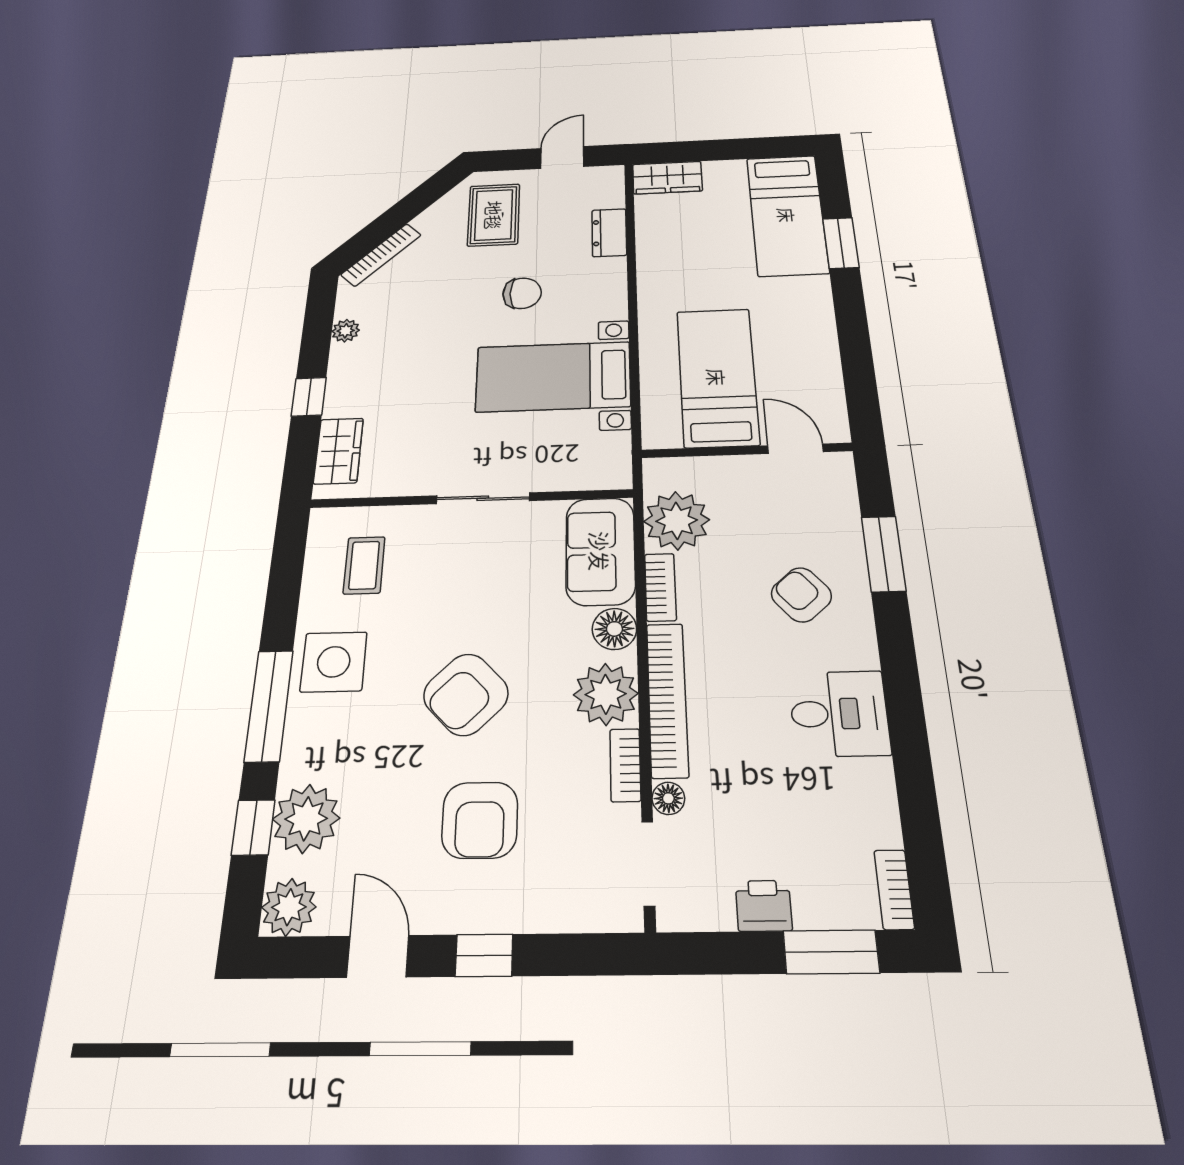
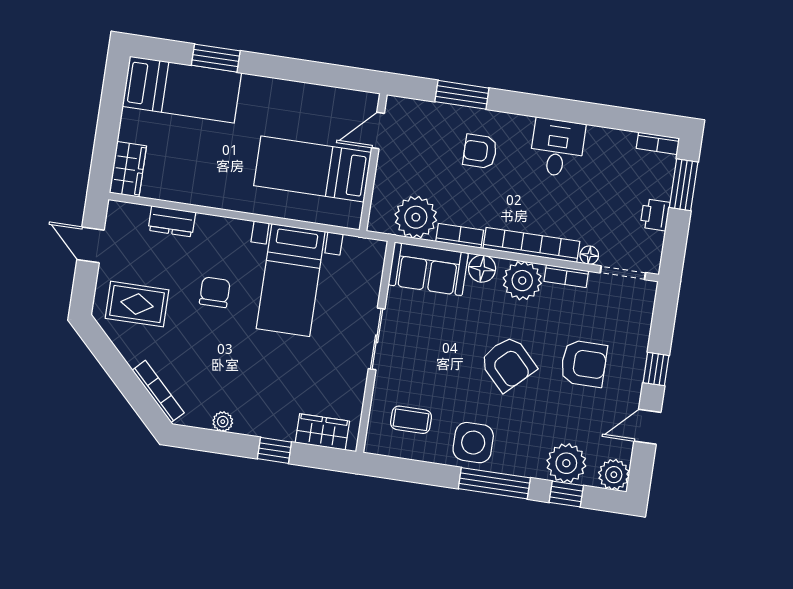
armchair: (801, 595) -> (480, 151), turned 41

